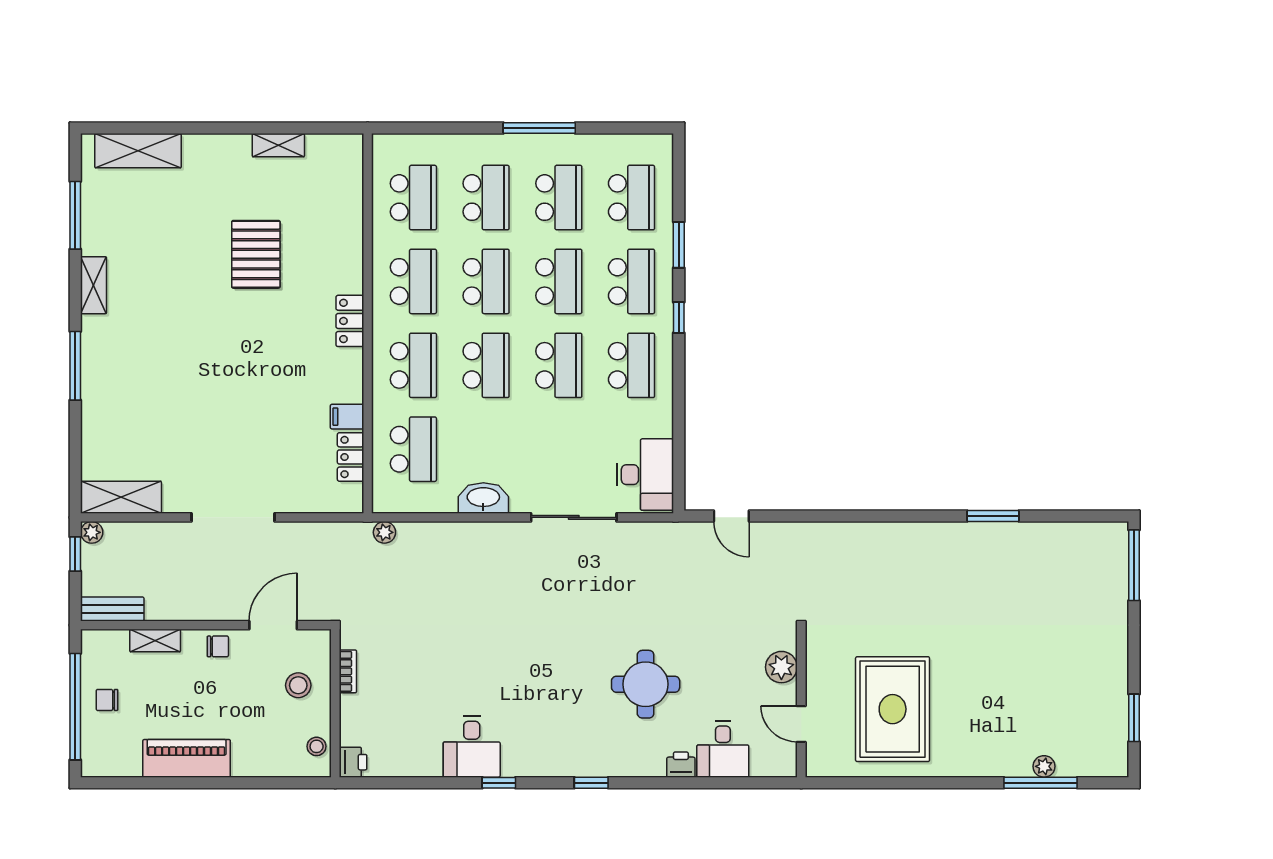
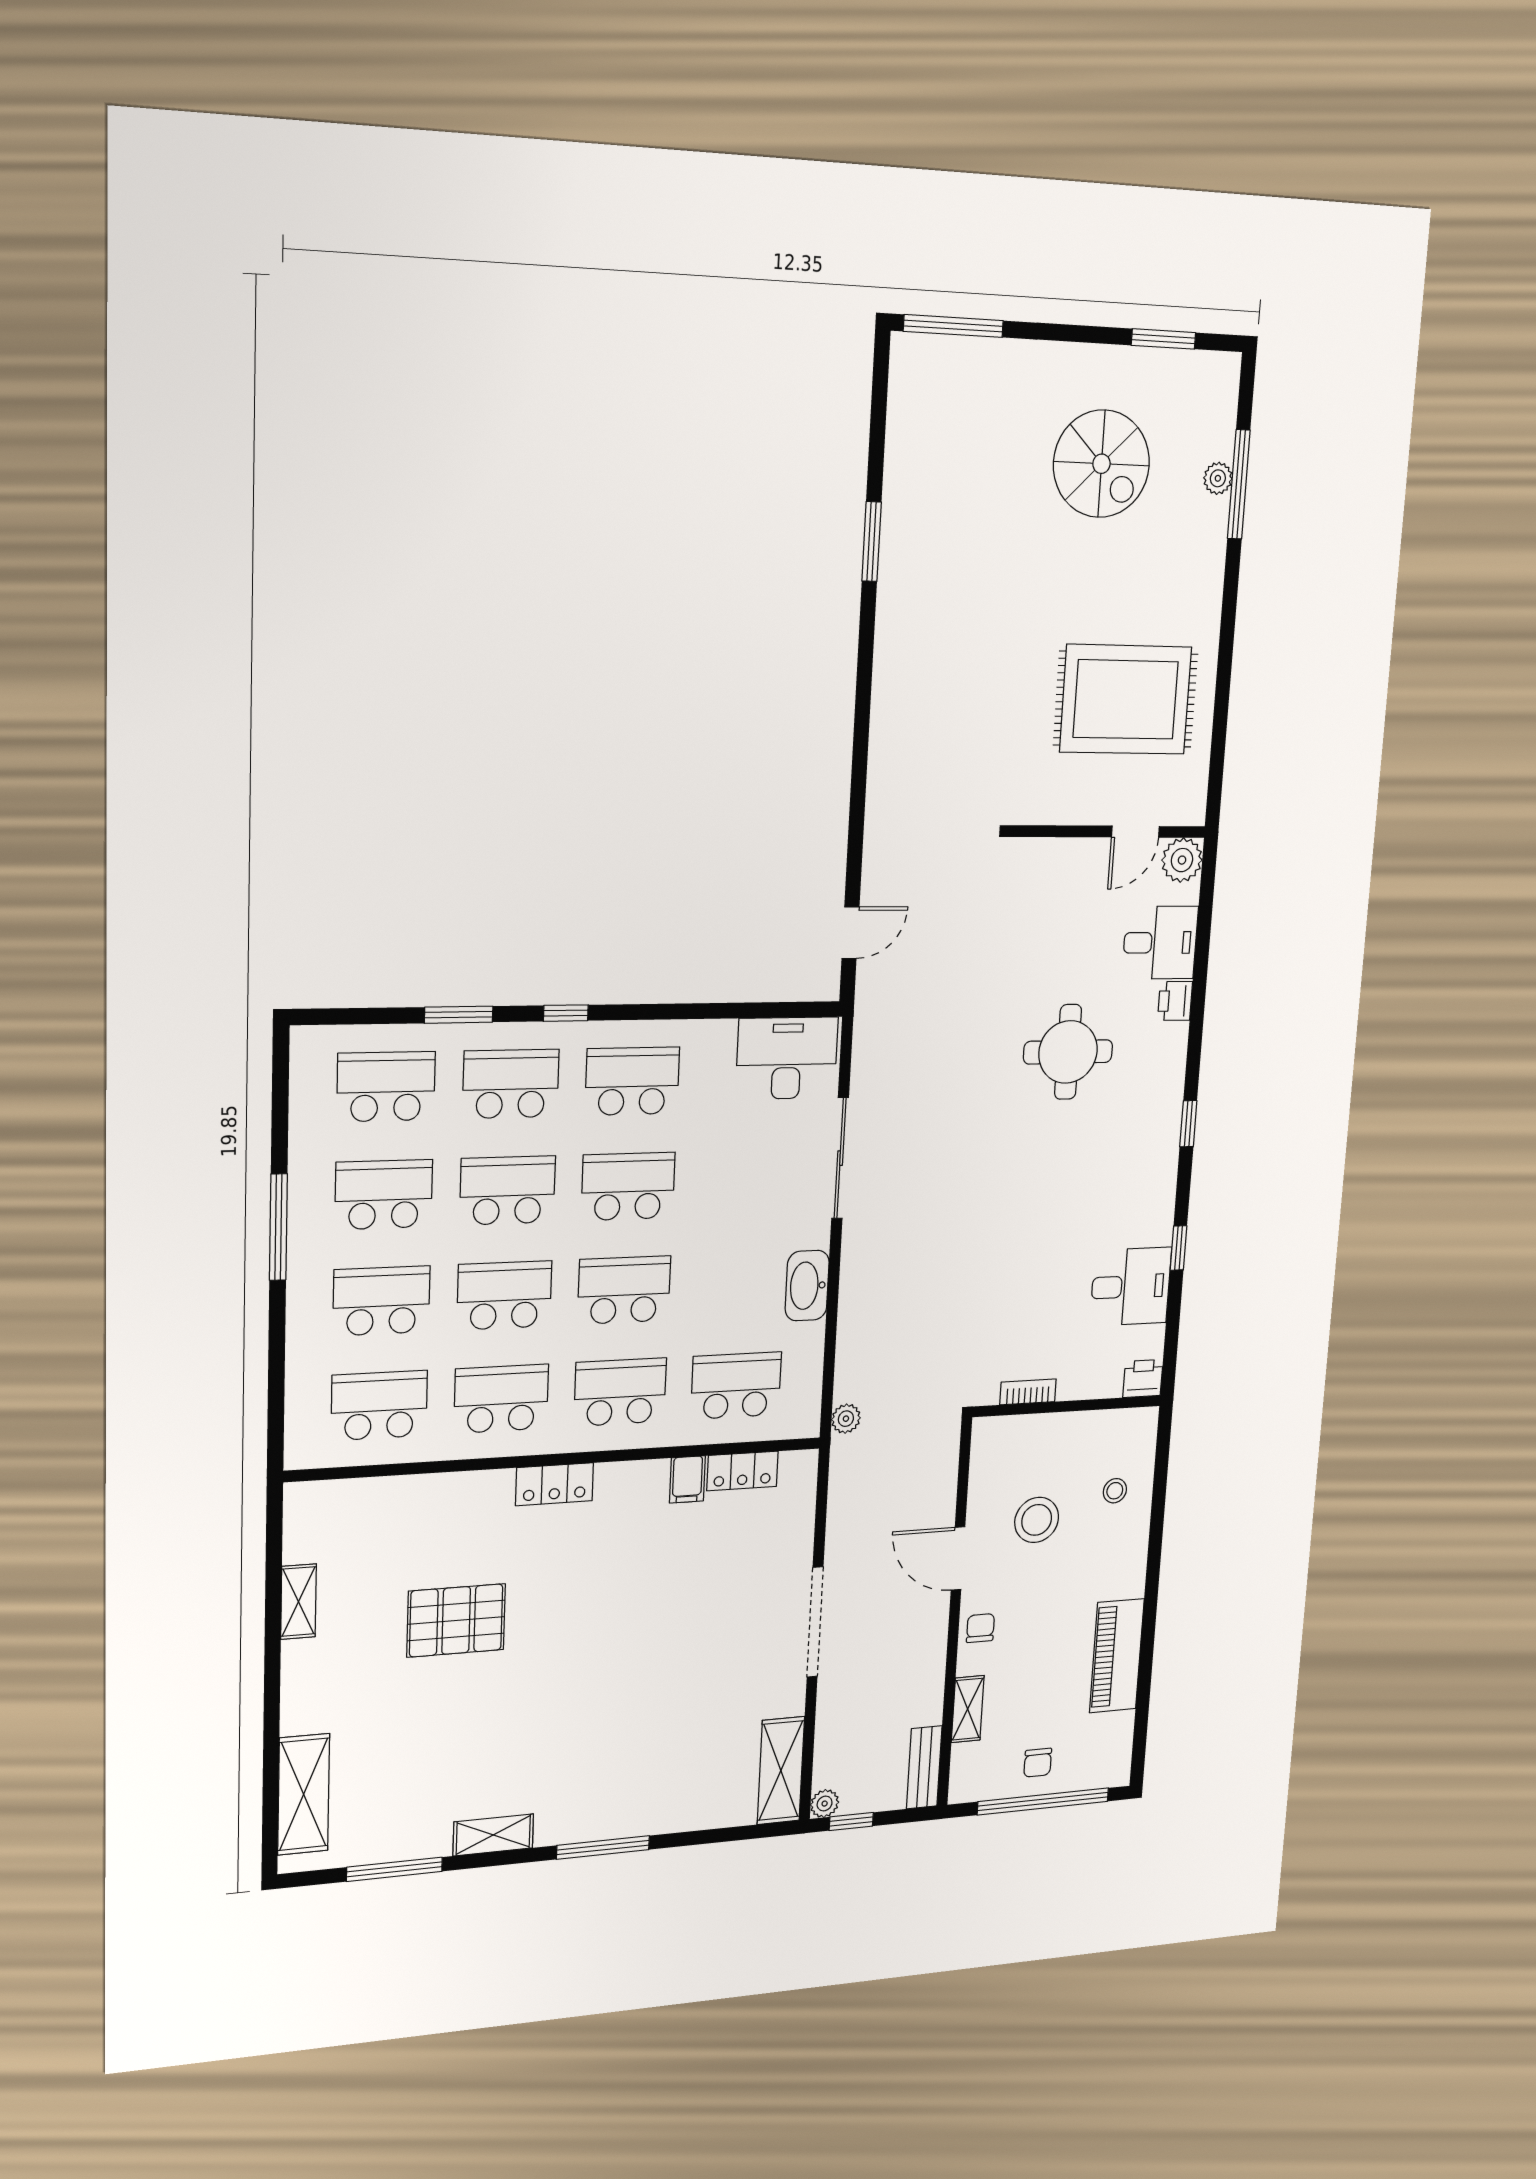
plant: (781, 667) -> (1182, 860), moved
bookcase: (348, 671) -> (1028, 1392), moved
spiral stairs: (1050, 679) -> (1101, 464), added
stool: (298, 685) -> (1037, 1520), width x1.38, depth x1.38
wall: (335, 703) -> (1067, 1406), moved
printer: (353, 762) -> (1143, 1379), moved

